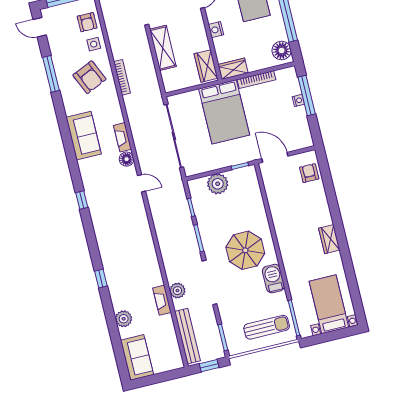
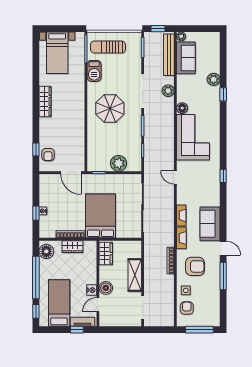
boiler: (195, 23) -> (106, 288), added
door: (40, 27) -> (223, 248), moved
nightstand: (216, 30) -> (92, 290), moved
wardrobe: (233, 69) -> (72, 247), moved
armchair: (89, 77) -> (195, 266), turned 114
window: (307, 95) -> (36, 213), width x0.46
floor lamp: (127, 159) -> (182, 108), moved
window: (326, 176) -> (36, 149), added
corner sofa: (132, 239) -> (193, 137), added
wardrobe: (329, 239) -> (45, 101), width x1.50
window: (101, 279) -> (223, 94), moved
barbecue: (273, 279) -> (94, 71), moved
fireplace: (162, 300) -> (181, 238), moved
sofa: (137, 357) -> (186, 58), moved, turned 180
plant: (178, 363) -> (181, 36), added

